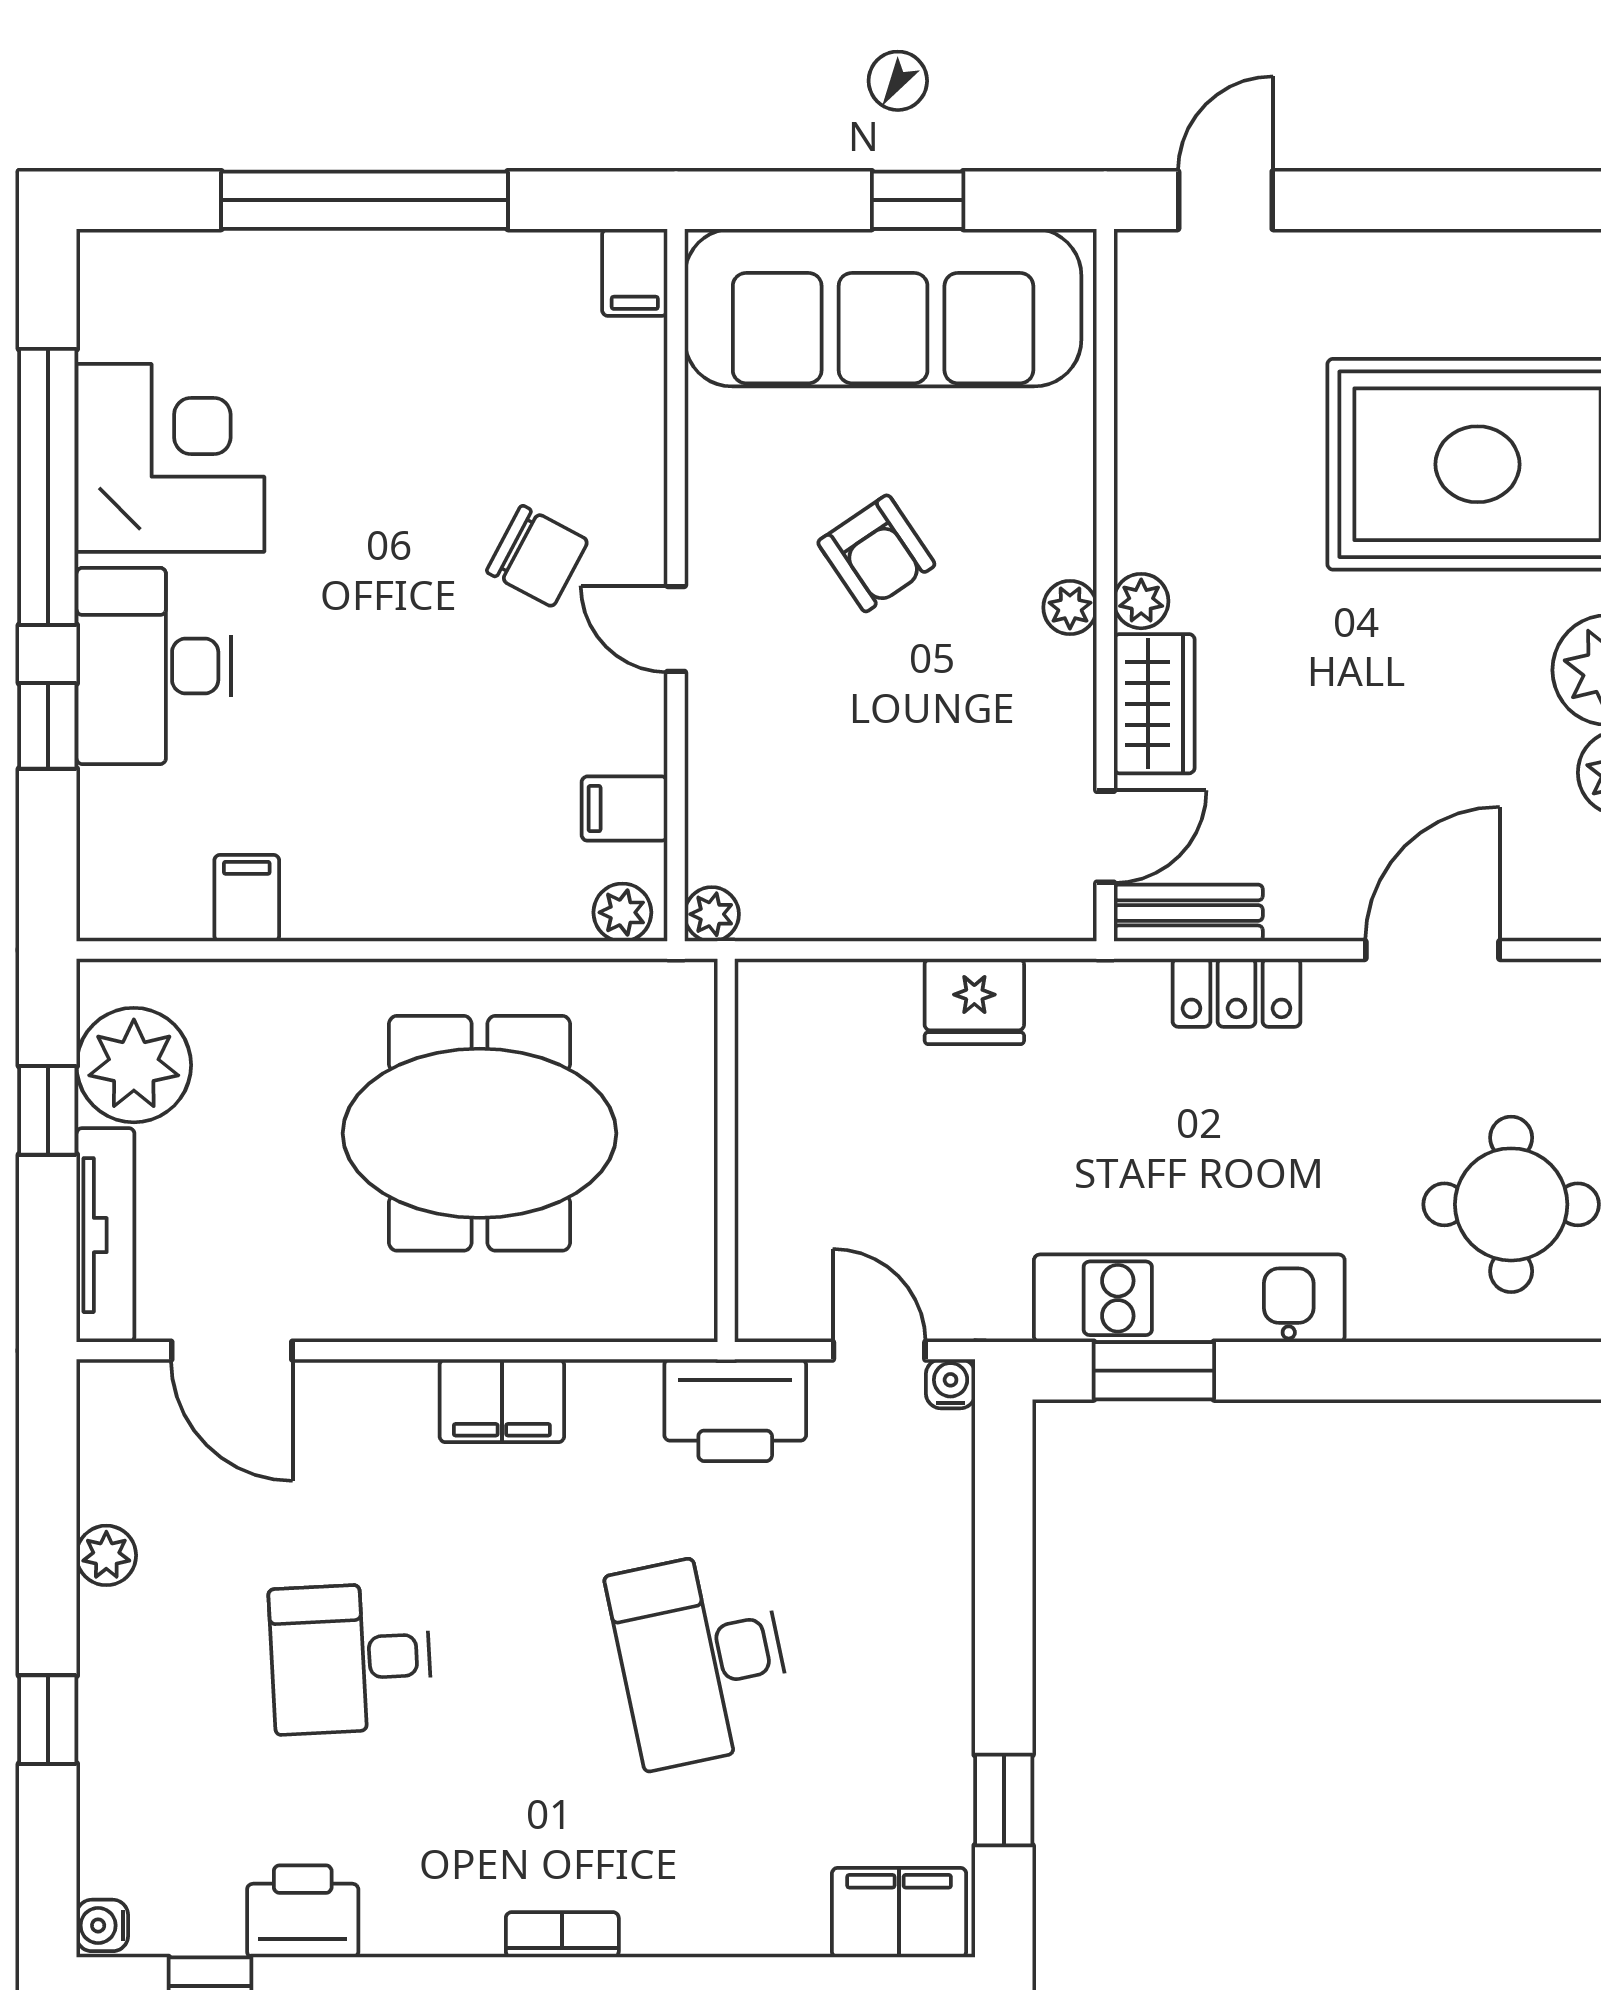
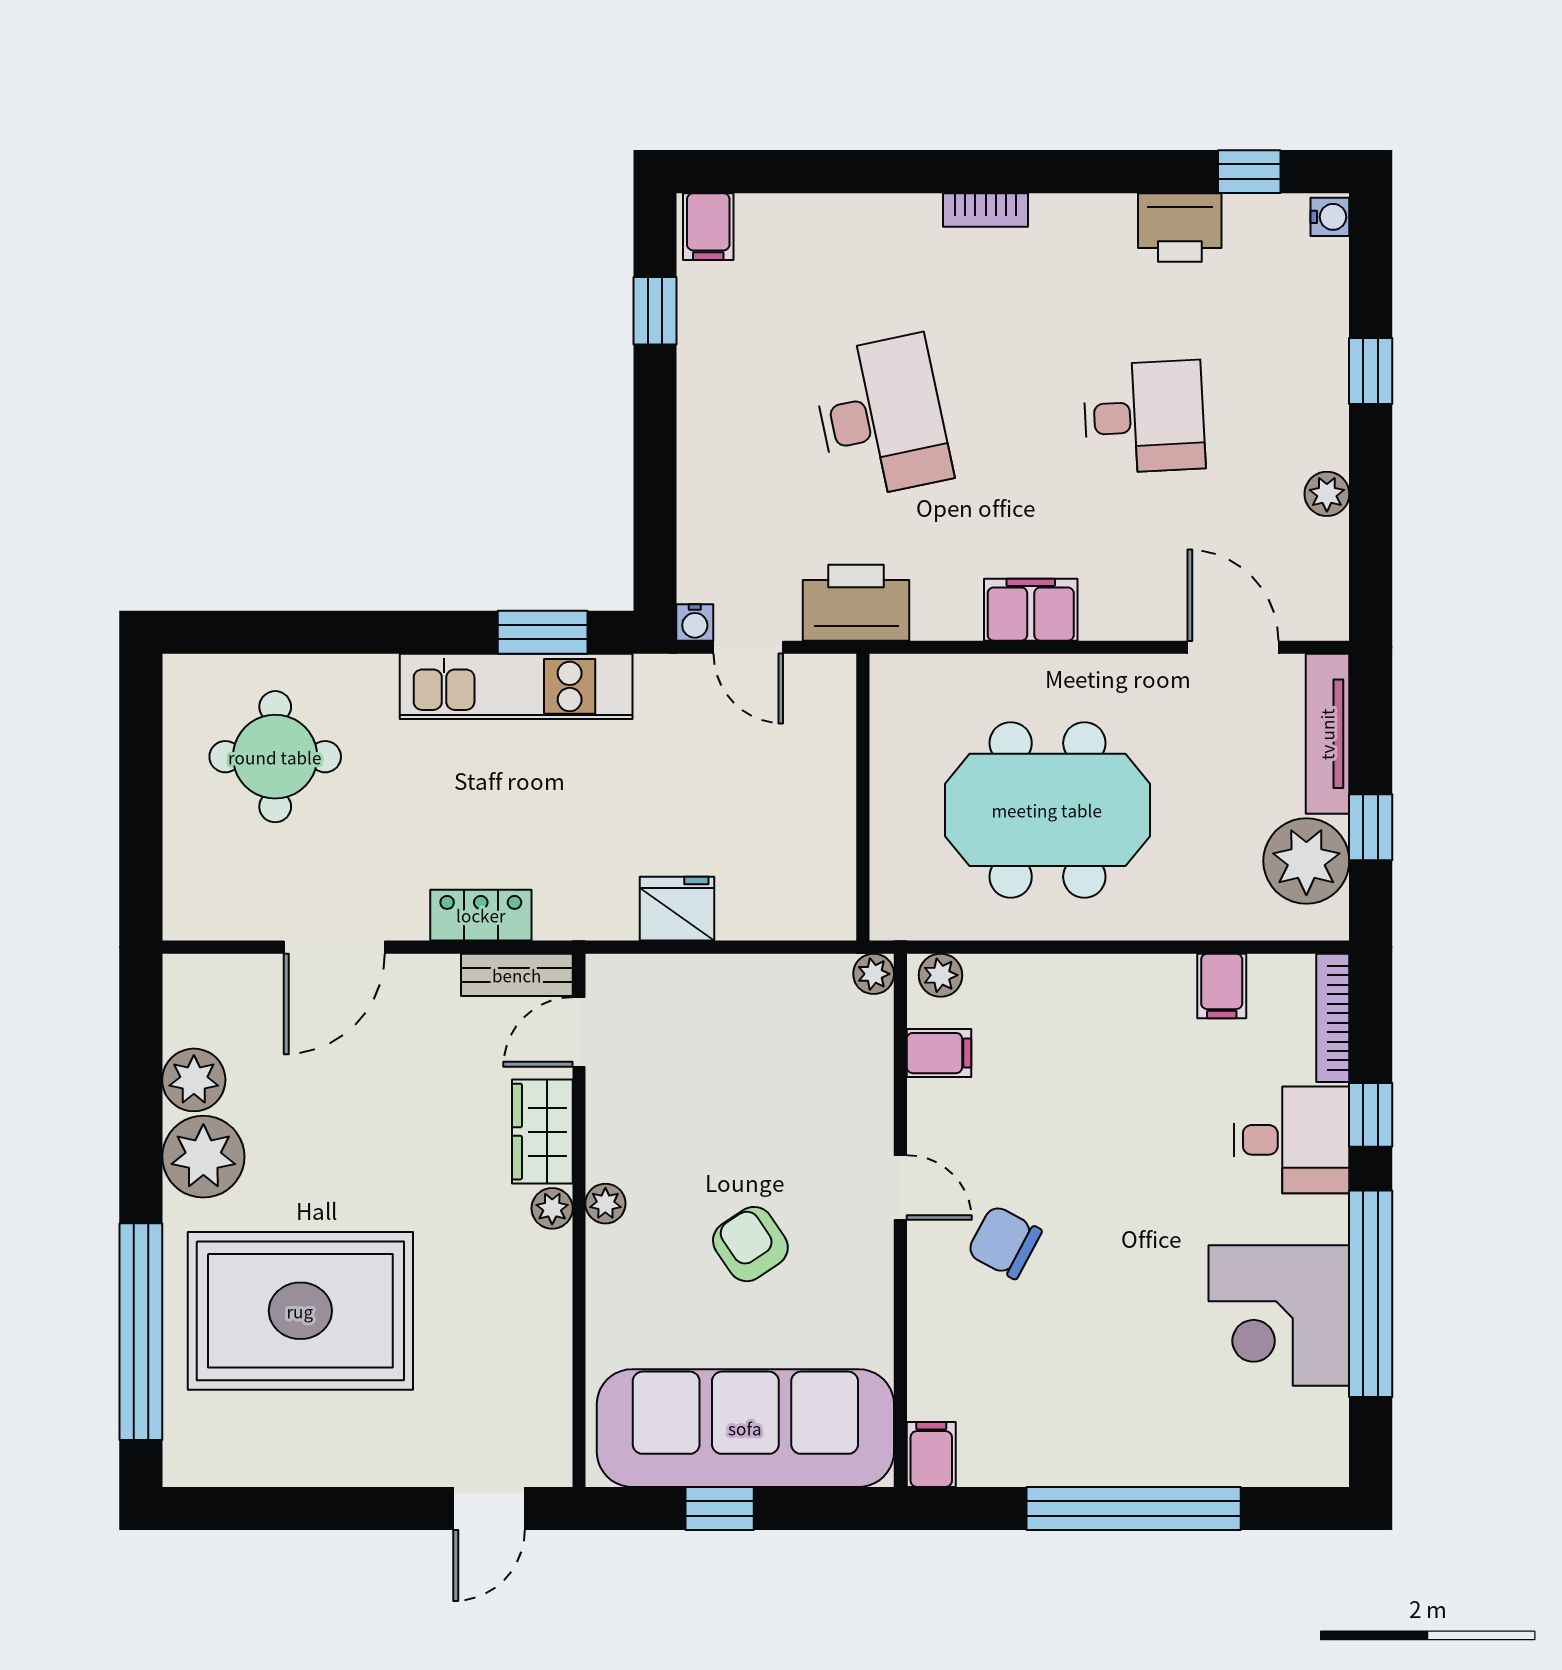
desk: (154, 666) -> (1291, 1140), width x0.73
bookcase: (98, 856) -> (1333, 1018), added
filing cabinet: (899, 1913) -> (708, 227), width x0.50

